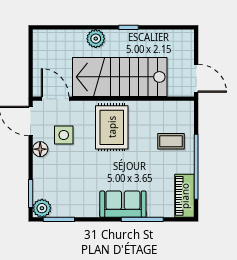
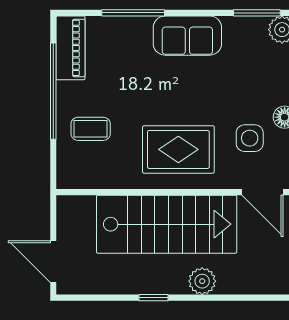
door: (196, 78) -> (53, 262), moved
rug: (112, 127) -> (178, 149), turned 90
sofa: (123, 204) -> (187, 36), moved

